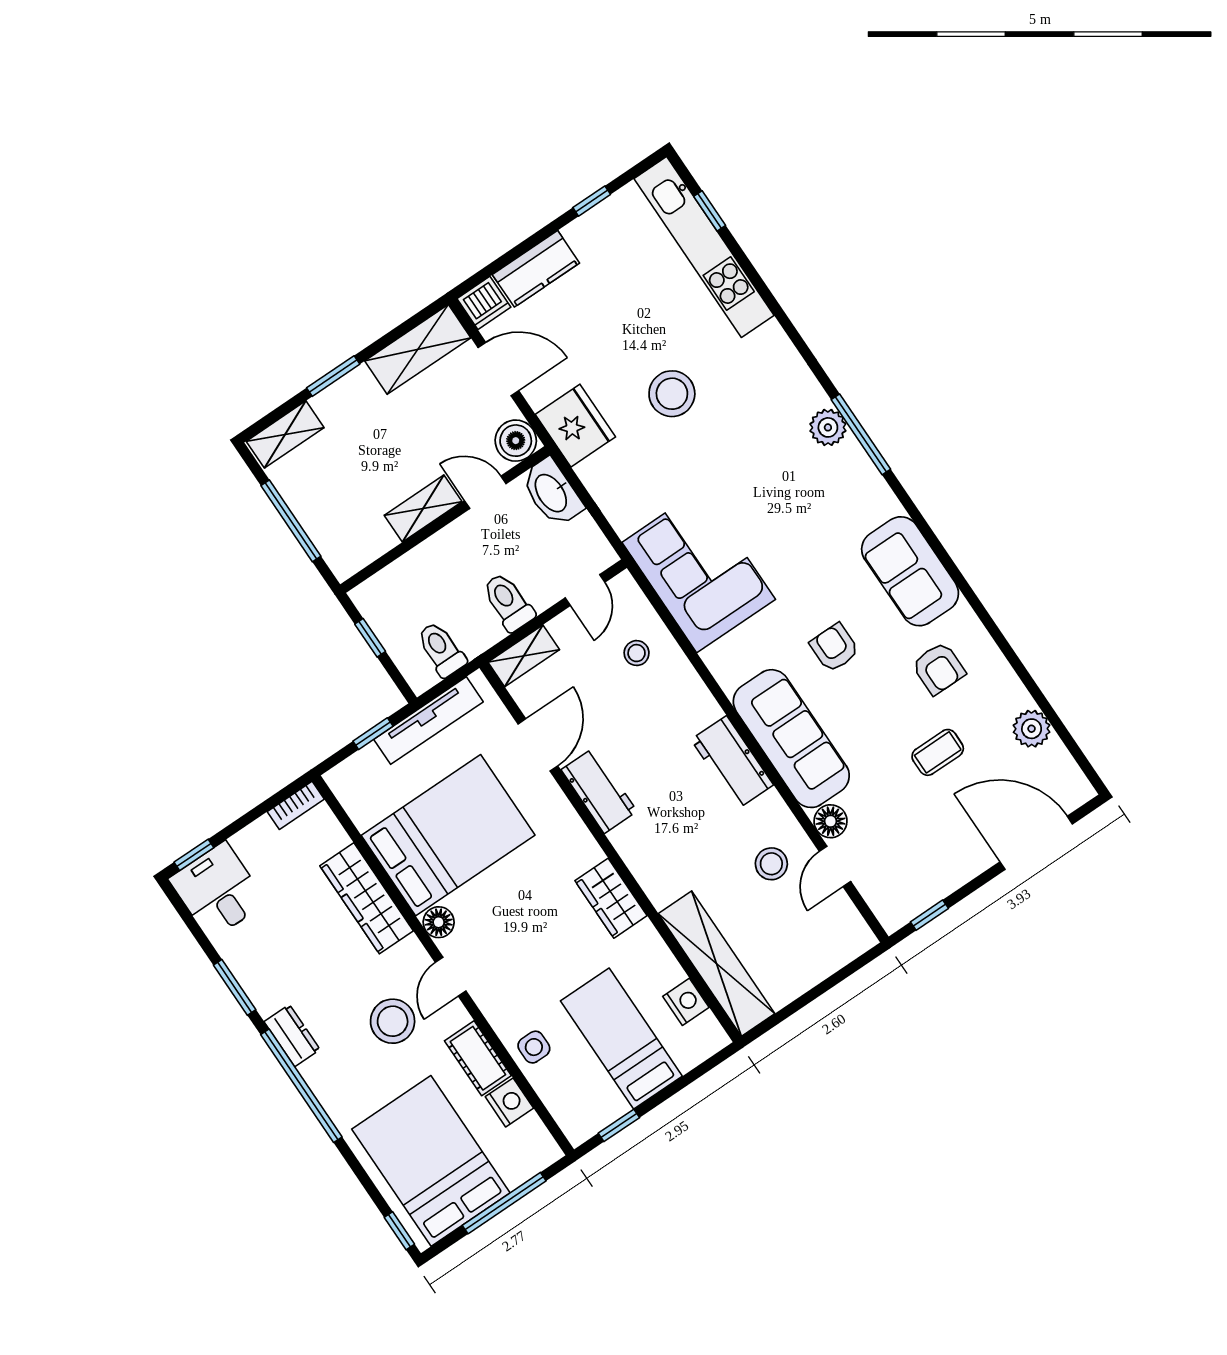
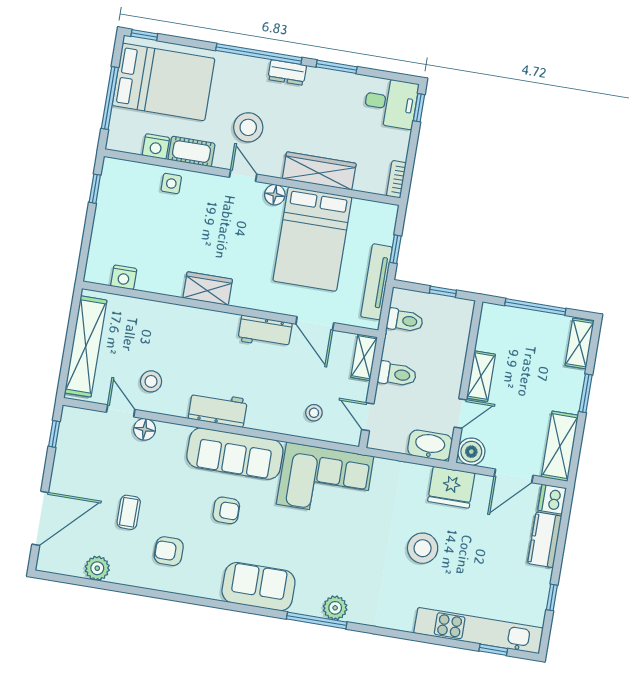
sofa: (910, 571) -> (258, 587), moved
sofa: (791, 739) -> (235, 454), moved
shelving: (716, 964) -> (86, 346), moved, turned 90
bed: (621, 1039) -> (135, 229), removed

